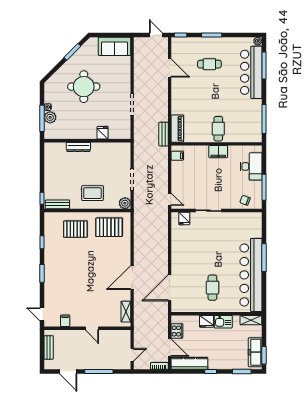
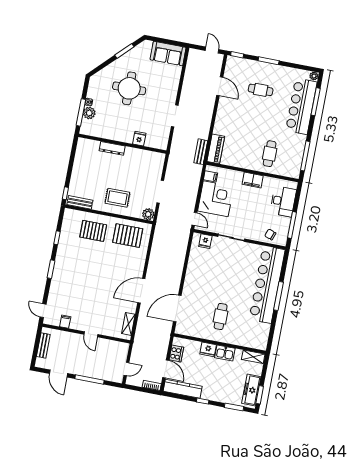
cafe table: (218, 129) -> (270, 154), moved
corner desk: (186, 176) -> (216, 199), added
bar counter: (251, 275) -> (267, 285), moved

